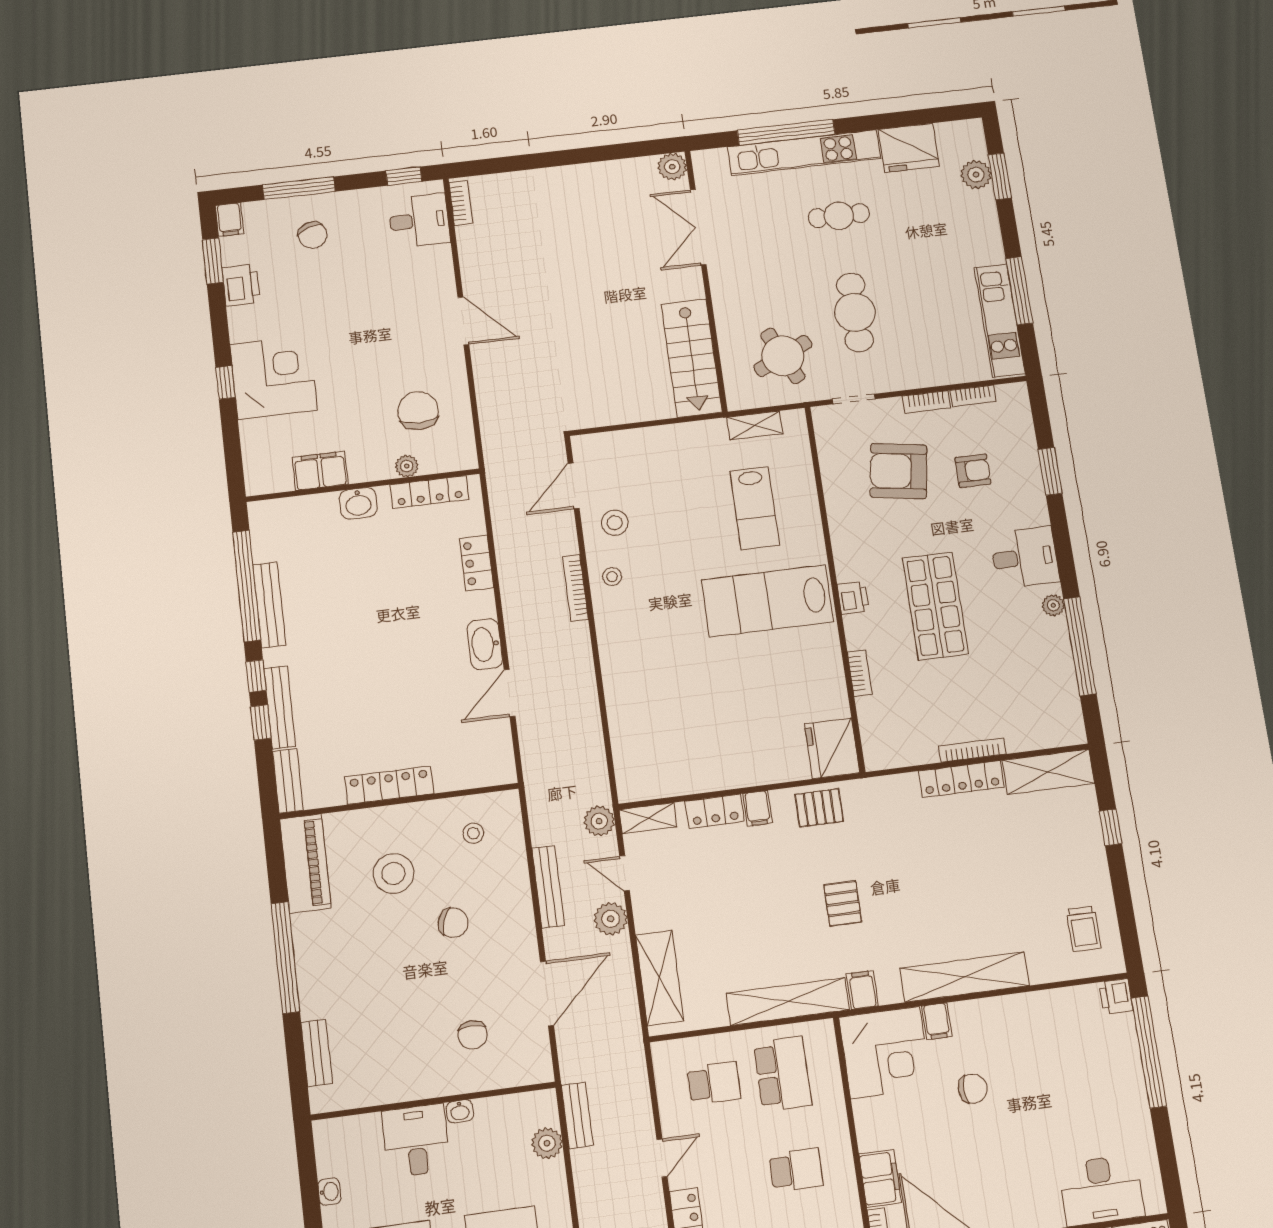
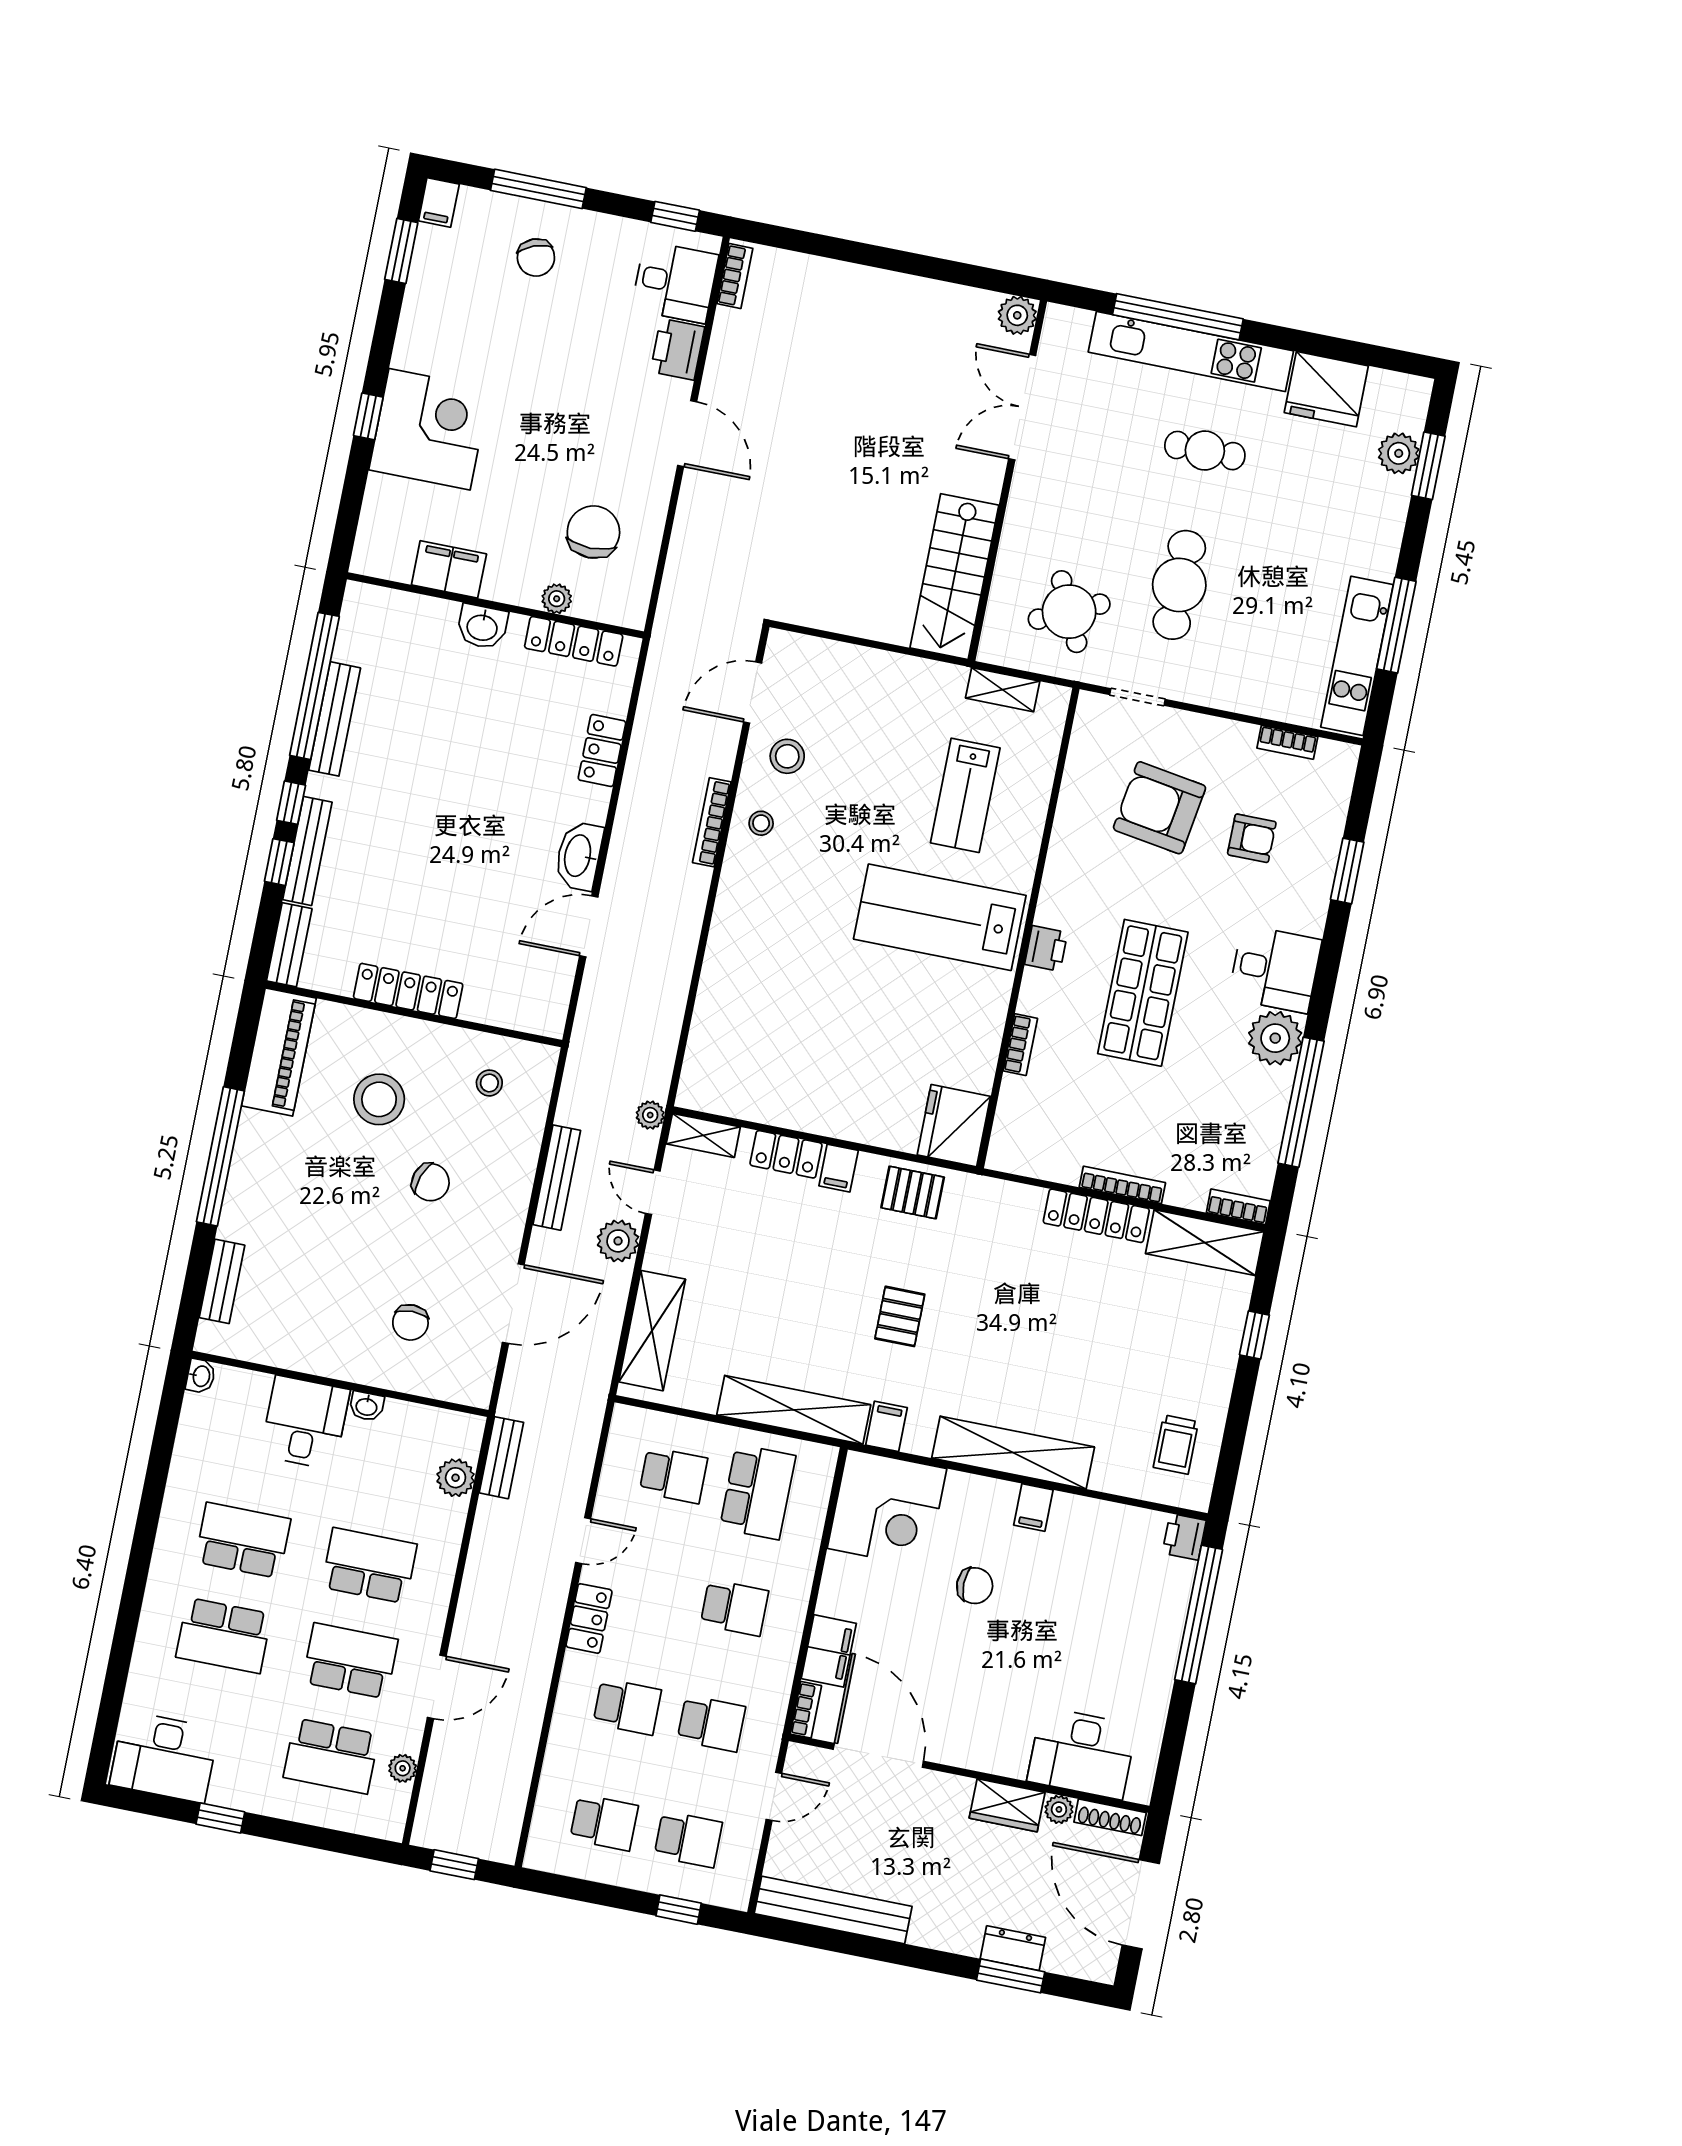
printer: (241, 285) -> (677, 349), moved, turned 180
bookcase: (926, 402) -> (1238, 1207), moved, turned 180
plant: (1053, 605) -> (1275, 1038), width x1.88, depth x1.88
plant: (599, 821) -> (650, 1115), width x0.73, depth x0.73
filing cabinet: (937, 1021) -> (1033, 1508), moved
washbasin: (329, 1192) -> (201, 1376), moved

